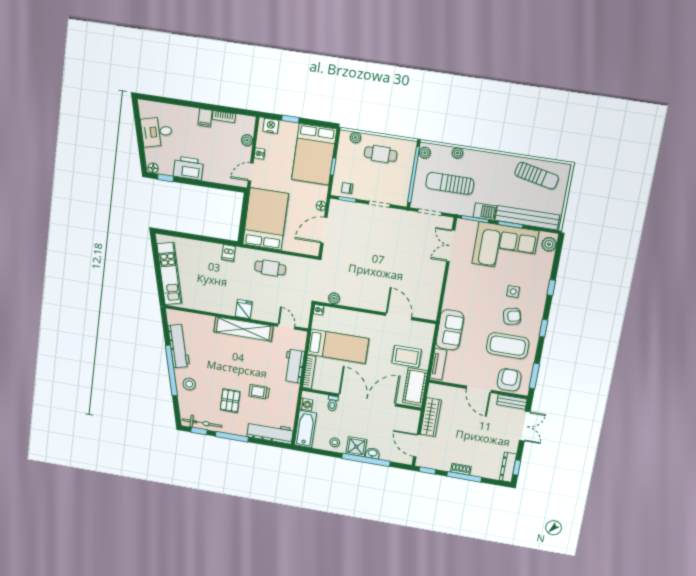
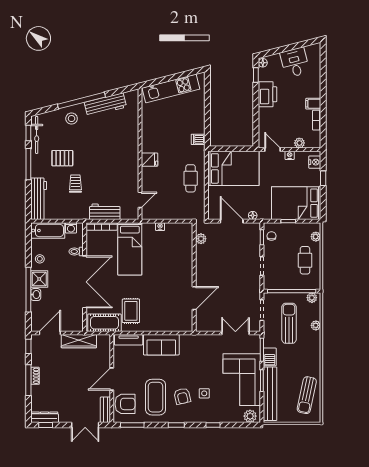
plant: (334, 298) -> (201, 239), moved
wall: (375, 313) -> (194, 277), moved
door: (399, 316) -> (194, 298), moved
shelving: (243, 329) -> (131, 162), removed

